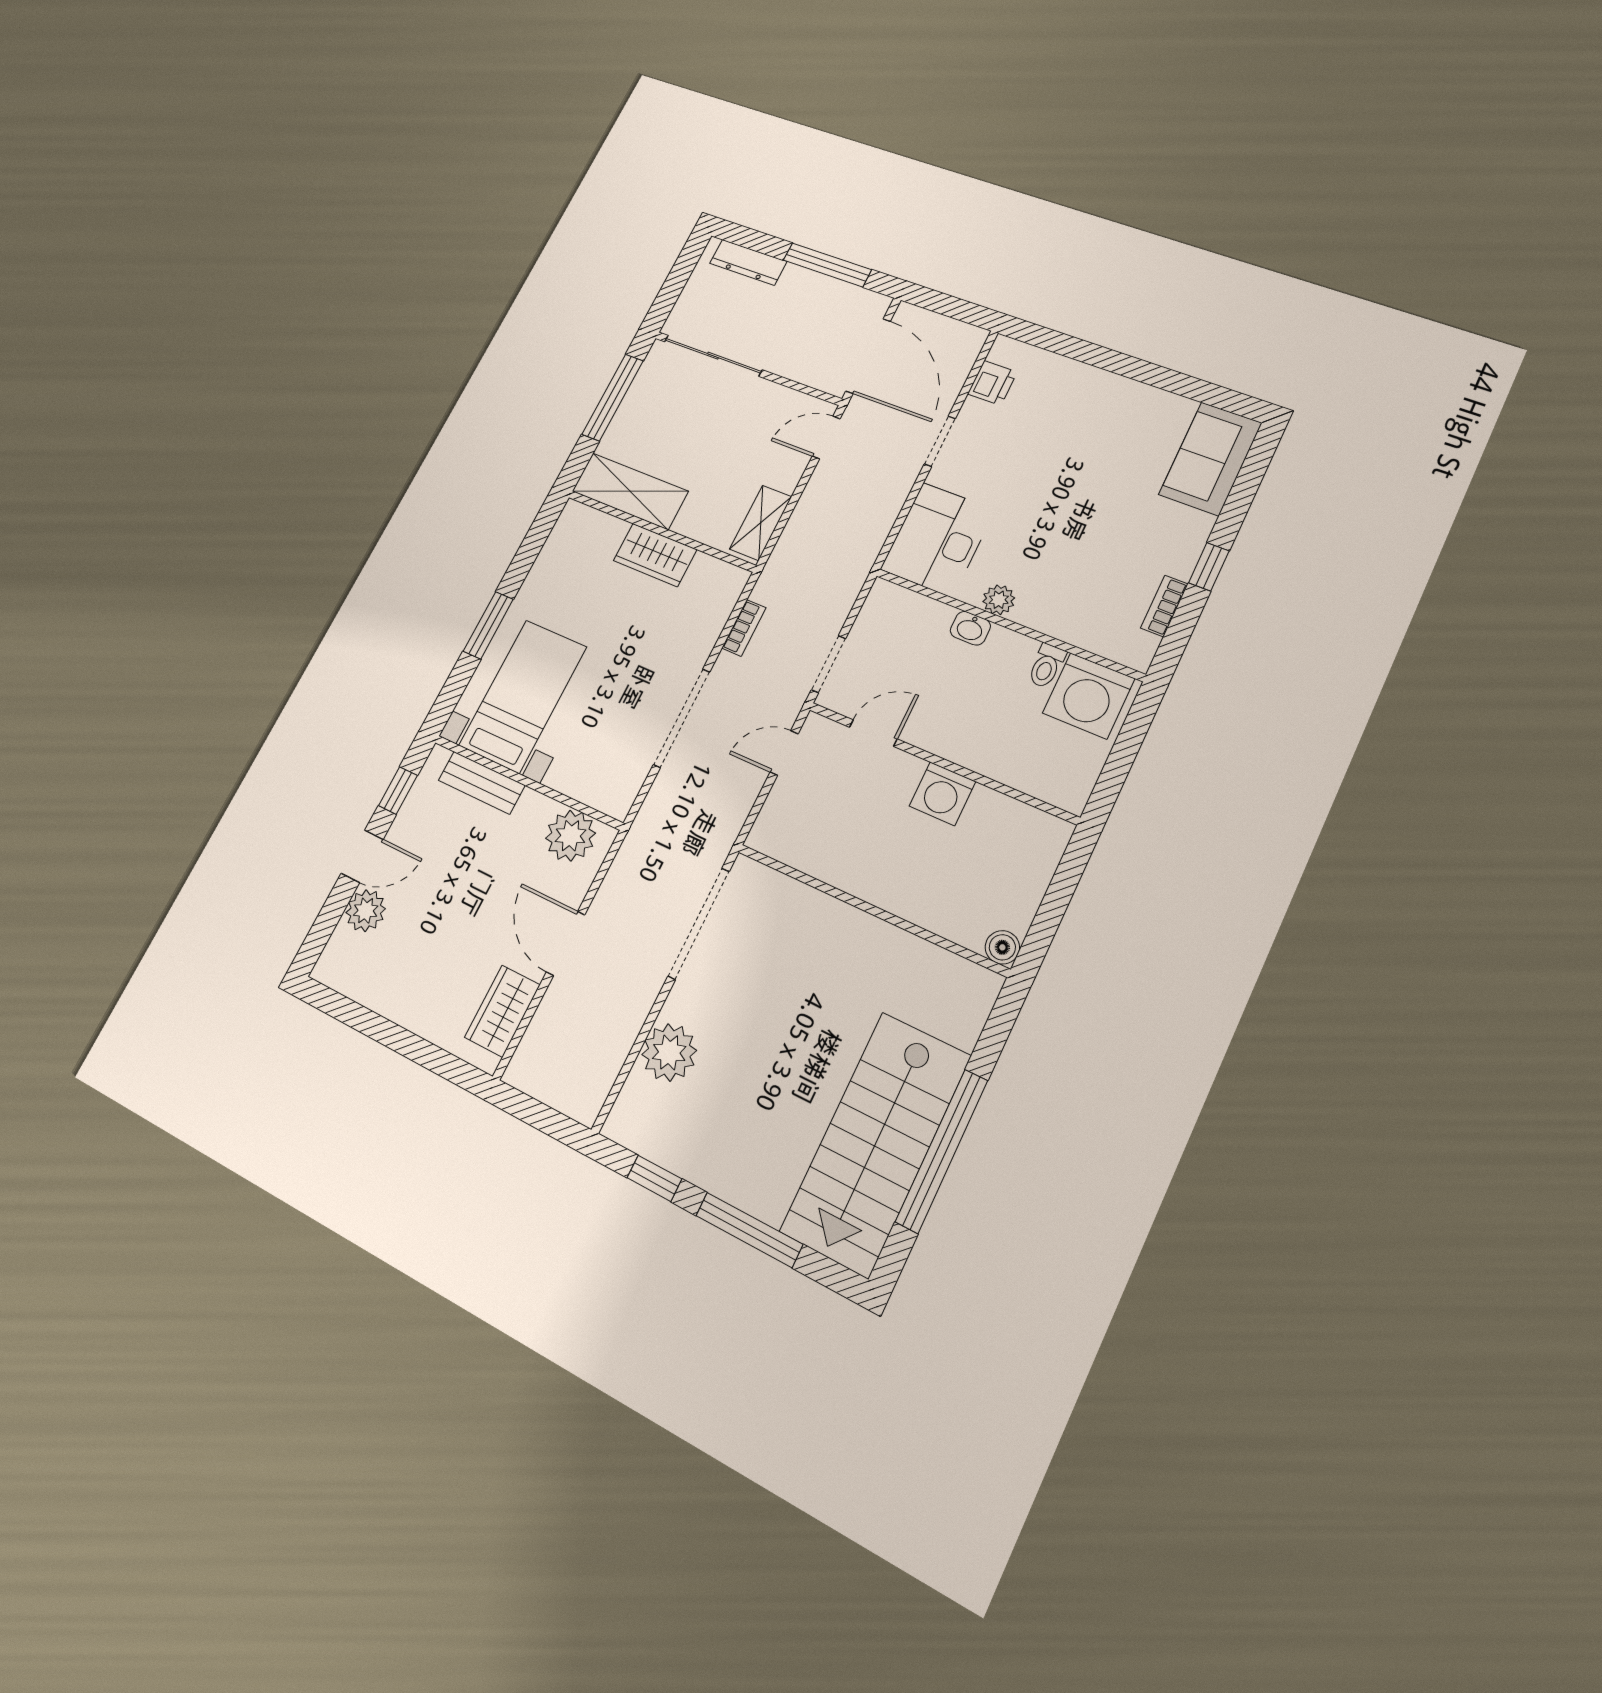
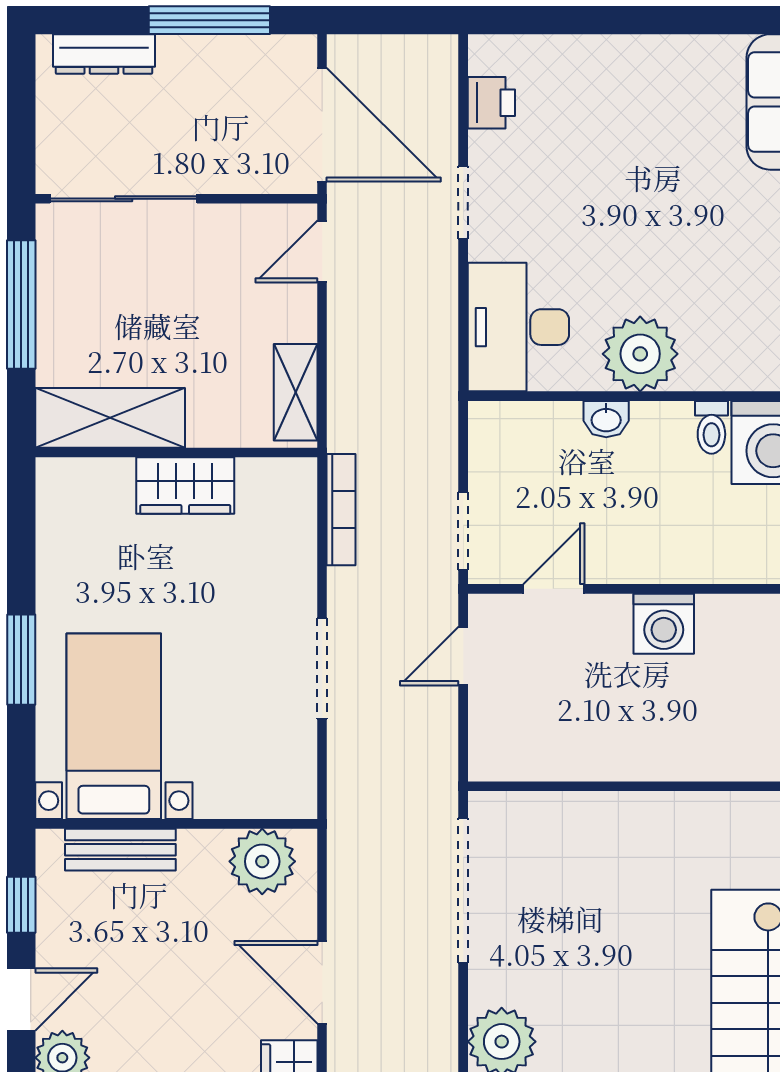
plant: (999, 600) -> (640, 354), width x1.87, depth x1.87
bookcase: (744, 628) -> (341, 510), width x1.56
doorway: (682, 718) -> (322, 668), width x0.73

